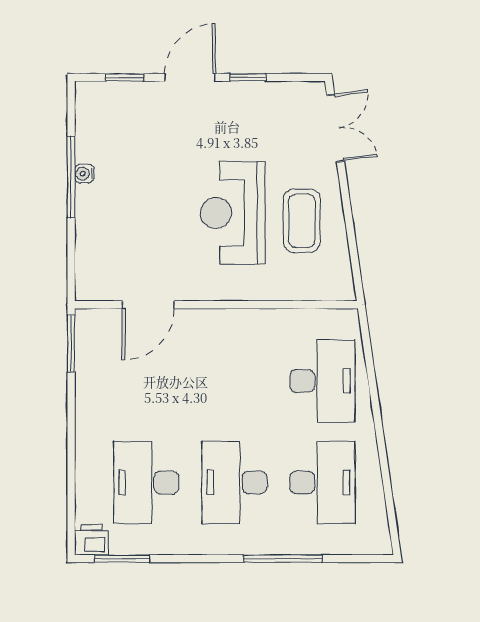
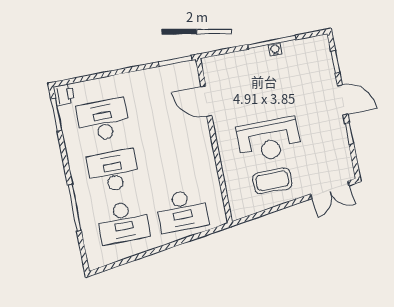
reception desk: (233, 213) -> (269, 140), turned 180

